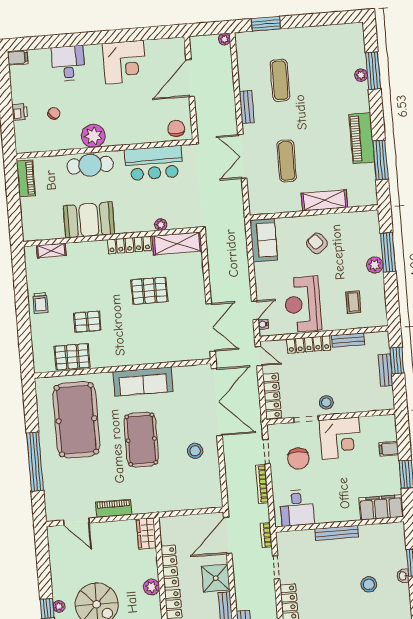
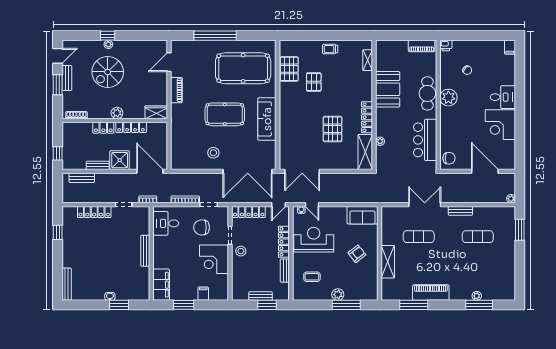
desk: (68, 63) -> (503, 97), moved
printer: (20, 112) -> (446, 45), moved
stool: (369, 584) -> (106, 271), removed

